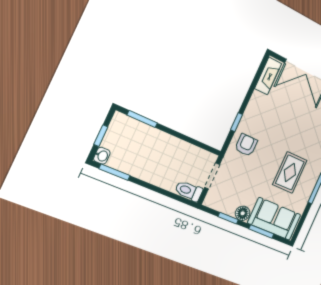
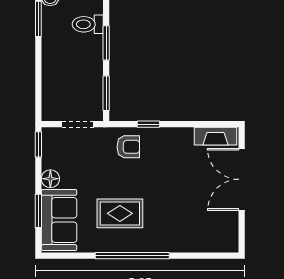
window: (142, 119) -> (106, 43), moved
window: (199, 144) -> (106, 93), added
toilet: (189, 191) -> (88, 24), moved, turned -90
window: (228, 218) -> (38, 144), moved

